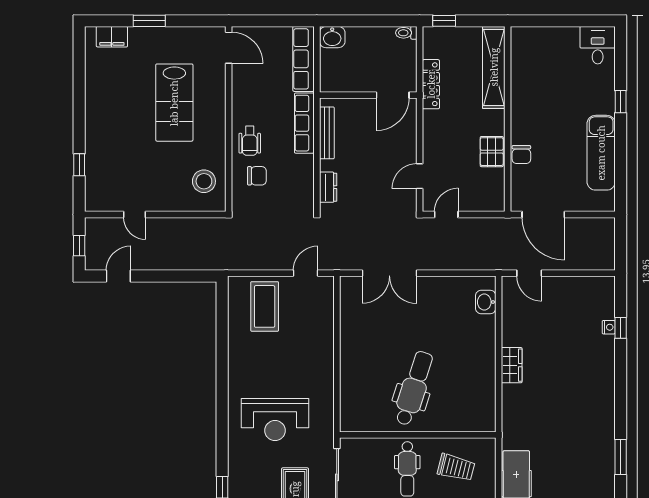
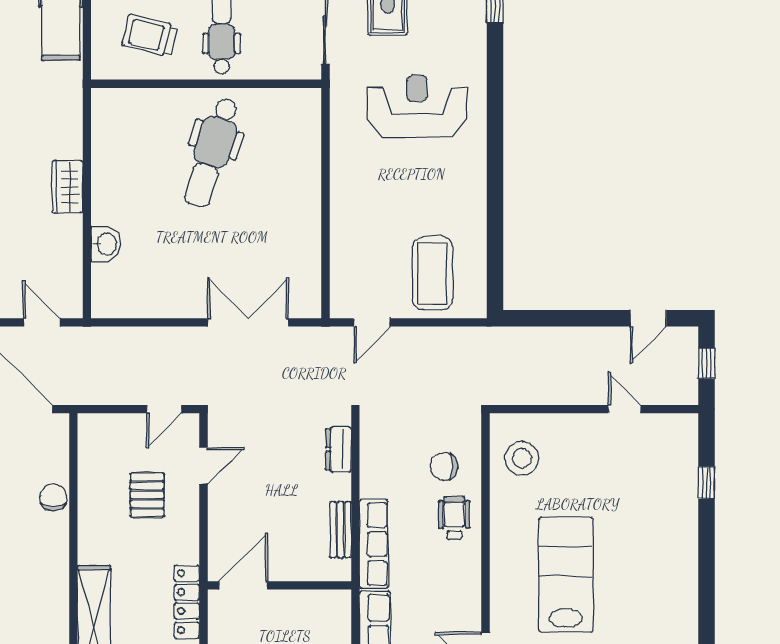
bench: (327, 133) -> (341, 530), width x0.73
pallet: (492, 152) -> (147, 495), moved
washbasin: (486, 302) -> (106, 244), moved

